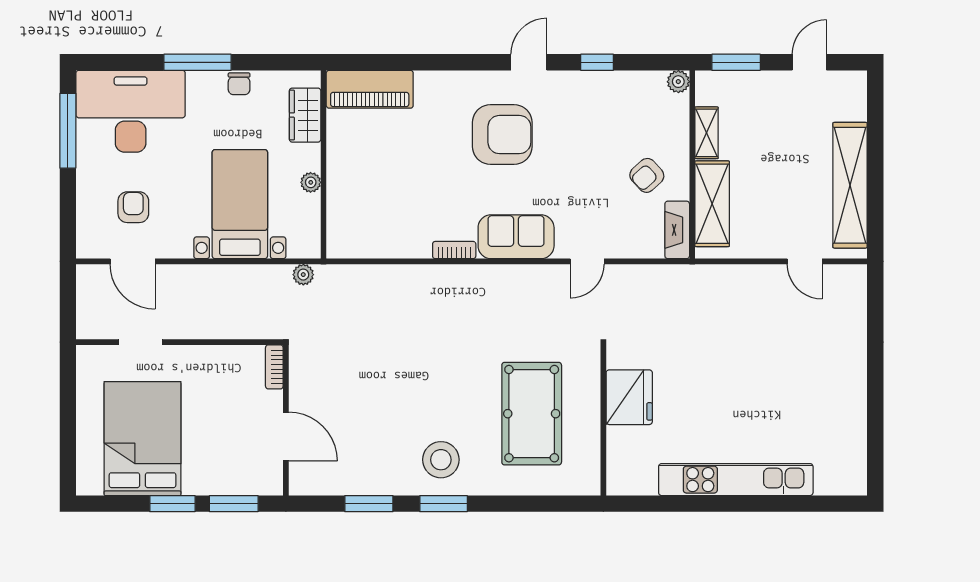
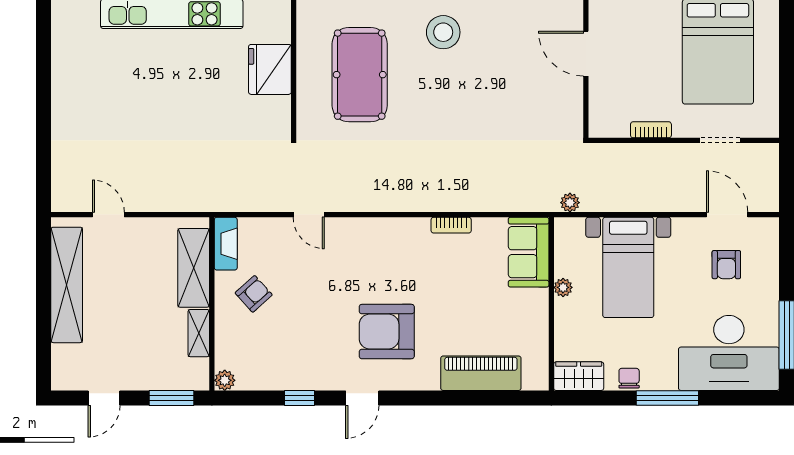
piano: (370, 89) -> (481, 373), moved
wardrobe: (305, 115) -> (579, 376), moved, turned -90
sofa: (516, 237) -> (529, 252), moved, turned 90
bookcase: (454, 250) -> (451, 225), moved
door: (587, 261) -> (309, 215), swing flipped
bookcase: (274, 367) -> (651, 130), moved, turned -90
fridge: (629, 397) -> (270, 69), moved

